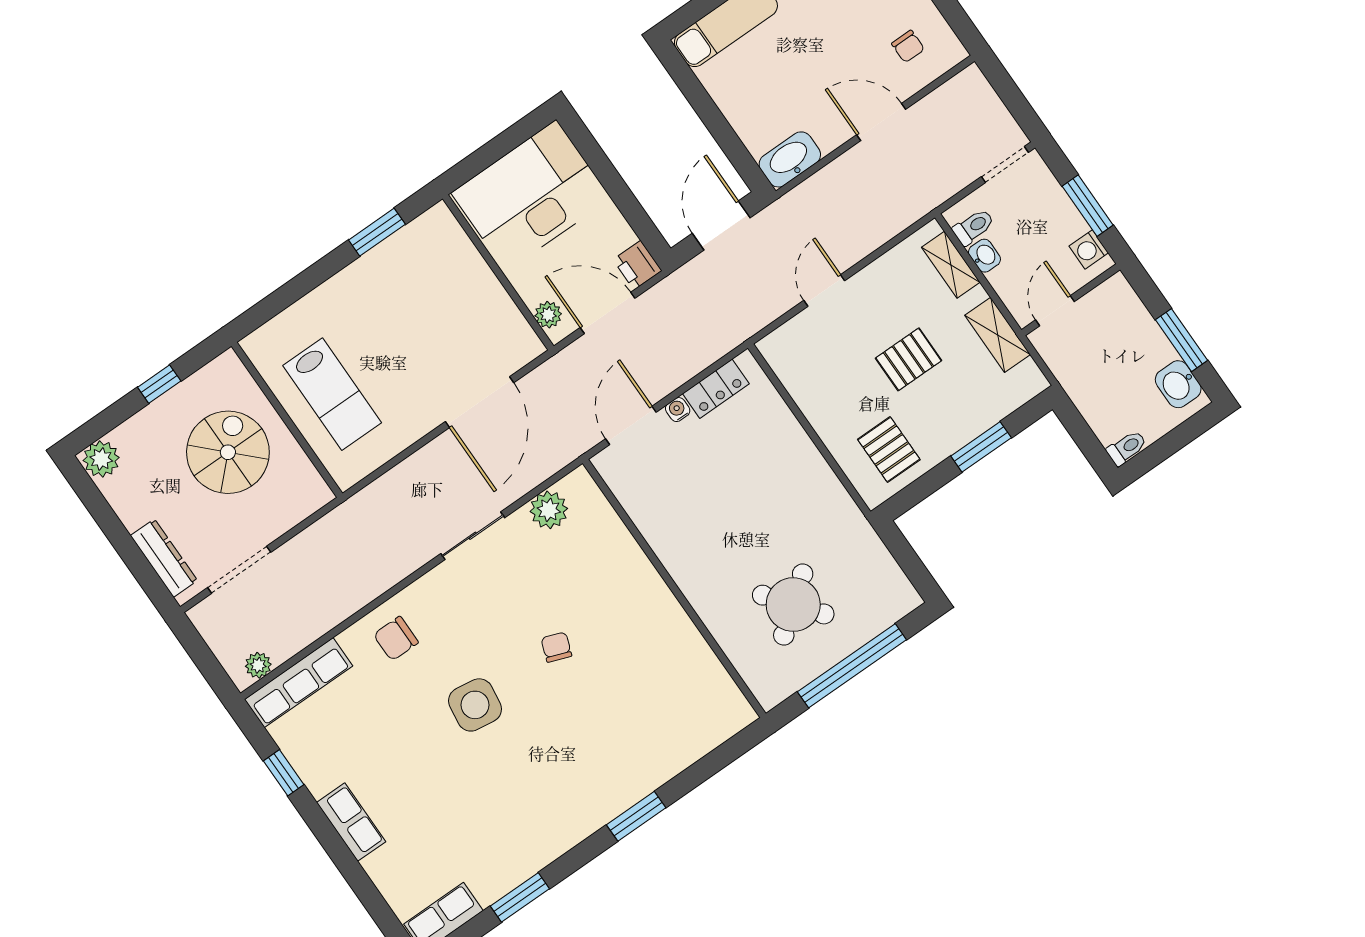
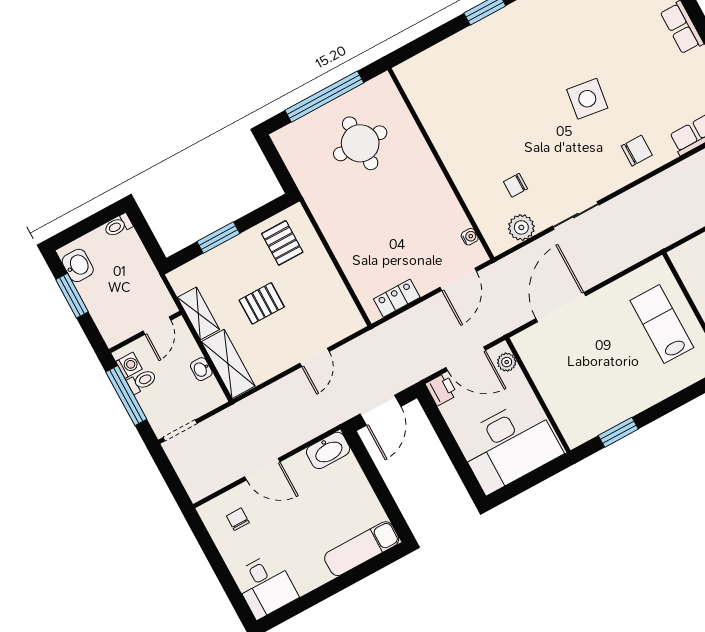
window: (1088, 206) -> (126, 396), width x1.44
toilet: (973, 227) -> (142, 381), moved, turned 180
shelving: (951, 265) -> (228, 364), width x1.50, depth x1.33
water cooler: (678, 410) -> (470, 237), moved, turned -90
round table: (793, 605) -> (360, 143), turned 38
chair: (556, 647) -> (516, 185), moved, turned 70

